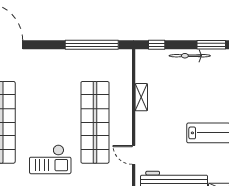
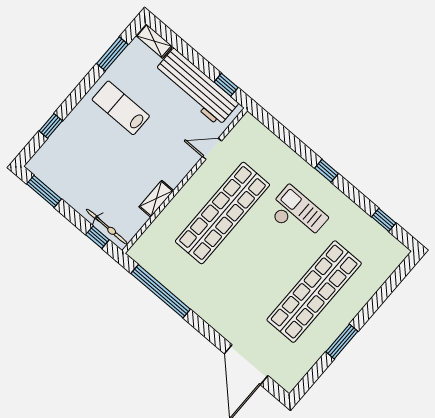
bicycle: (190, 56) -> (107, 227), moved
door: (134, 155) -> (212, 149), swing flipped

